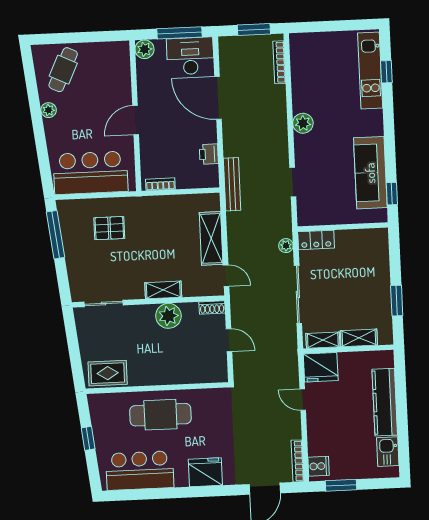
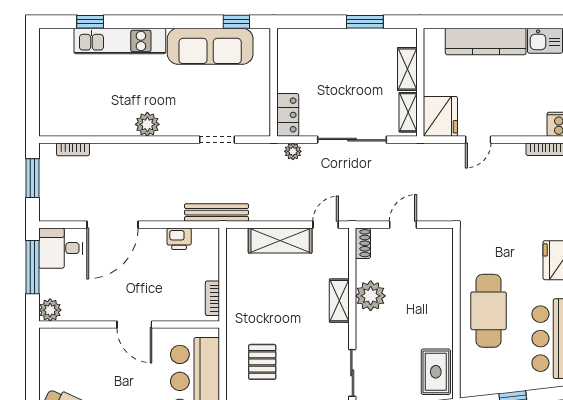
desk: (190, 56) -> (61, 248), width x0.73
bookcase: (279, 62) -> (73, 149), width x0.64
kitchen unit: (370, 70) -> (120, 41), moved

